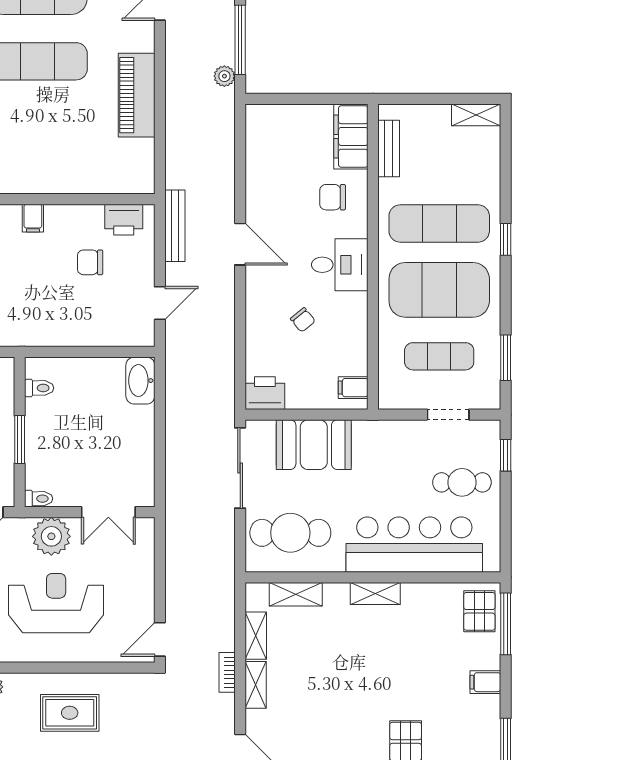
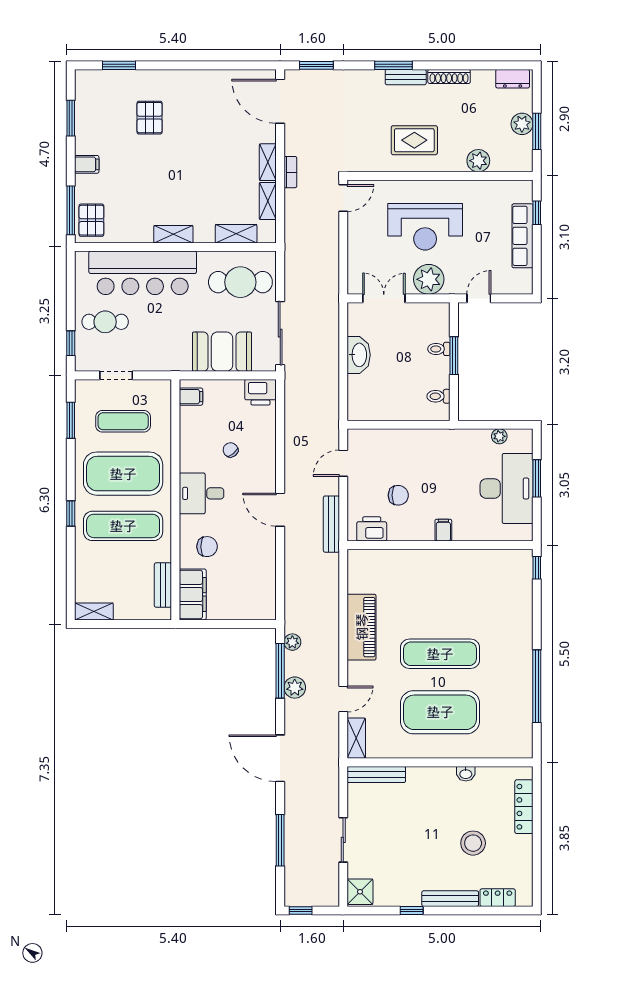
plant: (221, 18) -> (295, 688), added
washbasin: (140, 381) -> (359, 355), moved
toilet: (39, 499) -> (439, 349), moved

